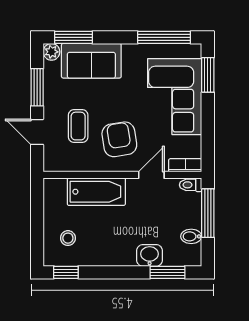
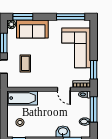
window: (208, 75) -> (94, 70), moved
armchair: (119, 139) -> (47, 70), removed
door: (151, 175) -> (64, 89), swing flipped
bathtub: (96, 192) -> (22, 98), moved

